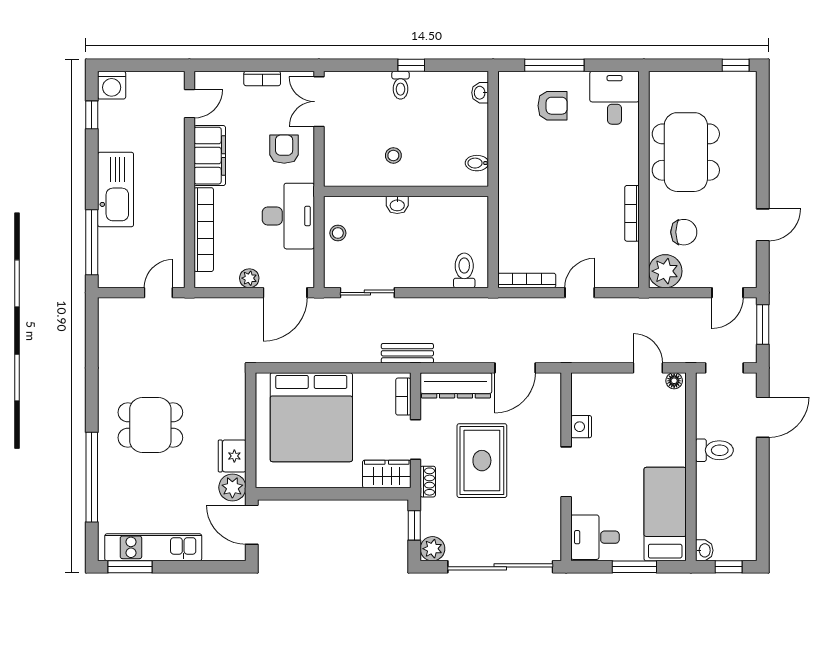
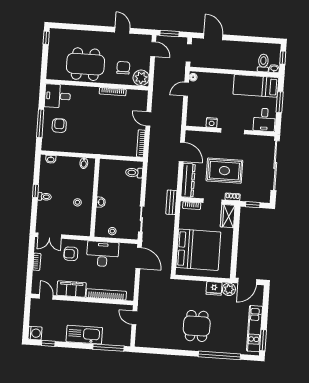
plant: (249, 278) -> (131, 274), removed
toilet: (714, 450) -> (263, 63), moved
plant: (432, 549) -> (264, 197), removed

